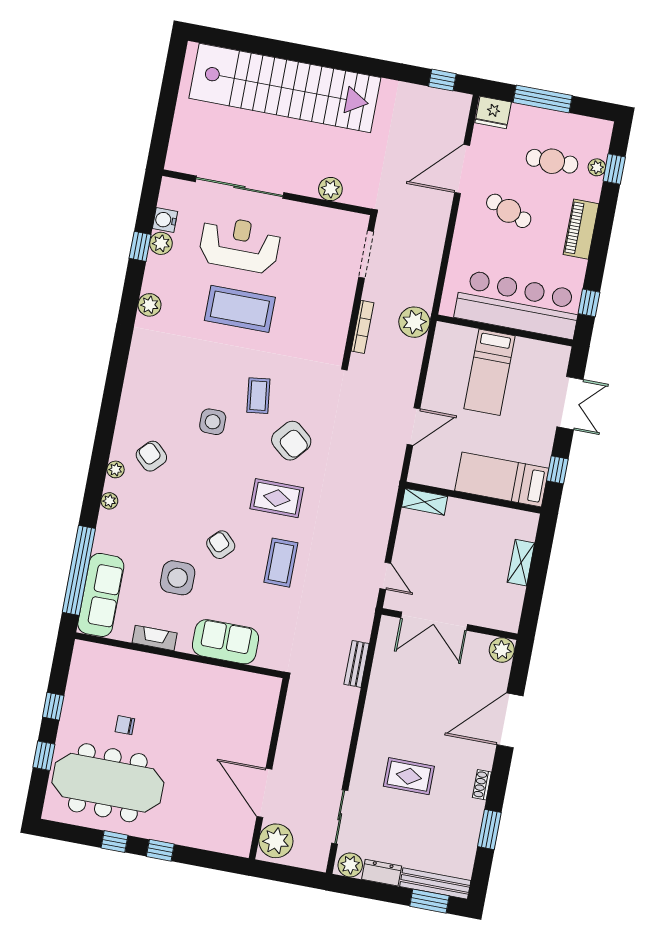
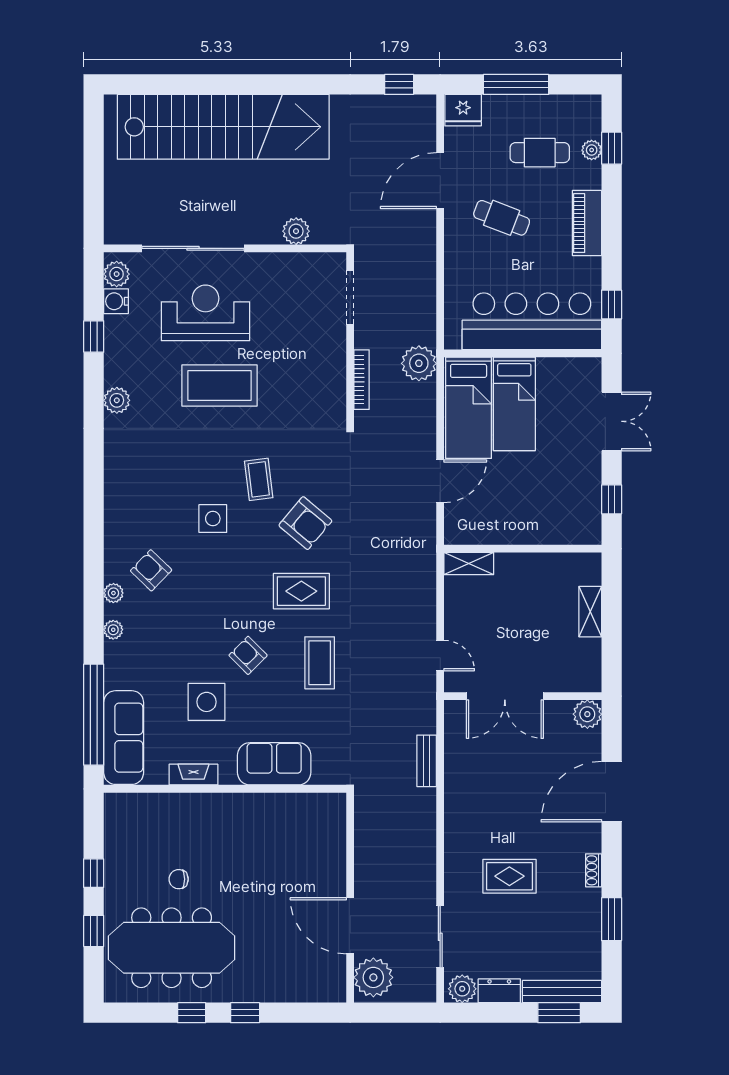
plant: (161, 243) -> (117, 274), moved
bed: (502, 479) -> (469, 408), moved, turned -90

